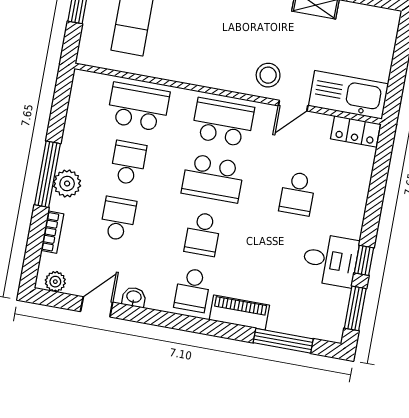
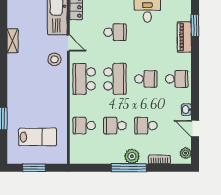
school desk: (138, 107) -> (84, 126), width x0.54
piano: (239, 313) -> (184, 37), moved
window: (283, 341) -> (195, 25), width x0.69

